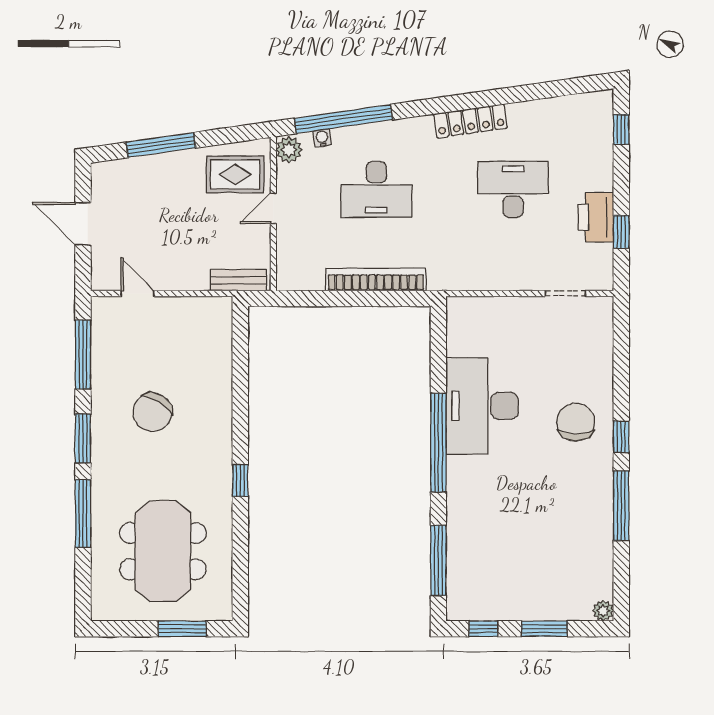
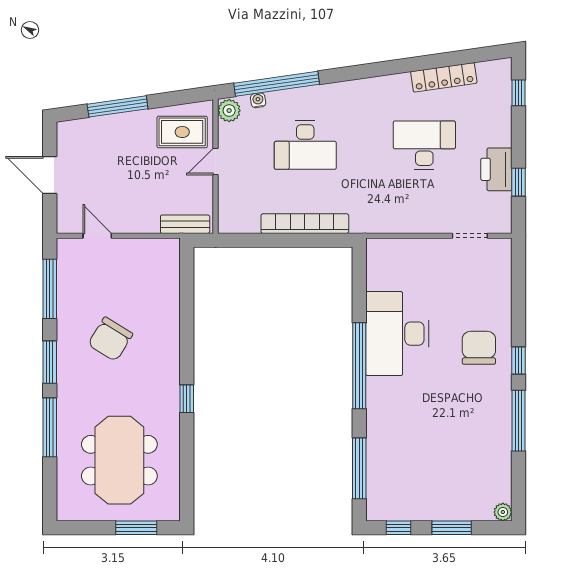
locker: (471, 121) -> (444, 77), moved

